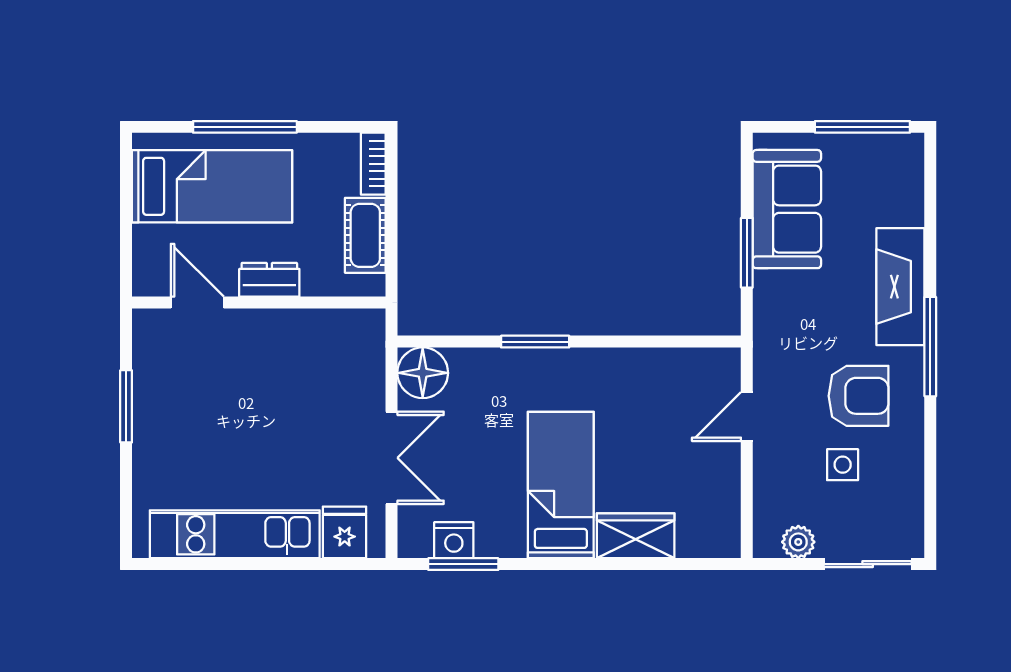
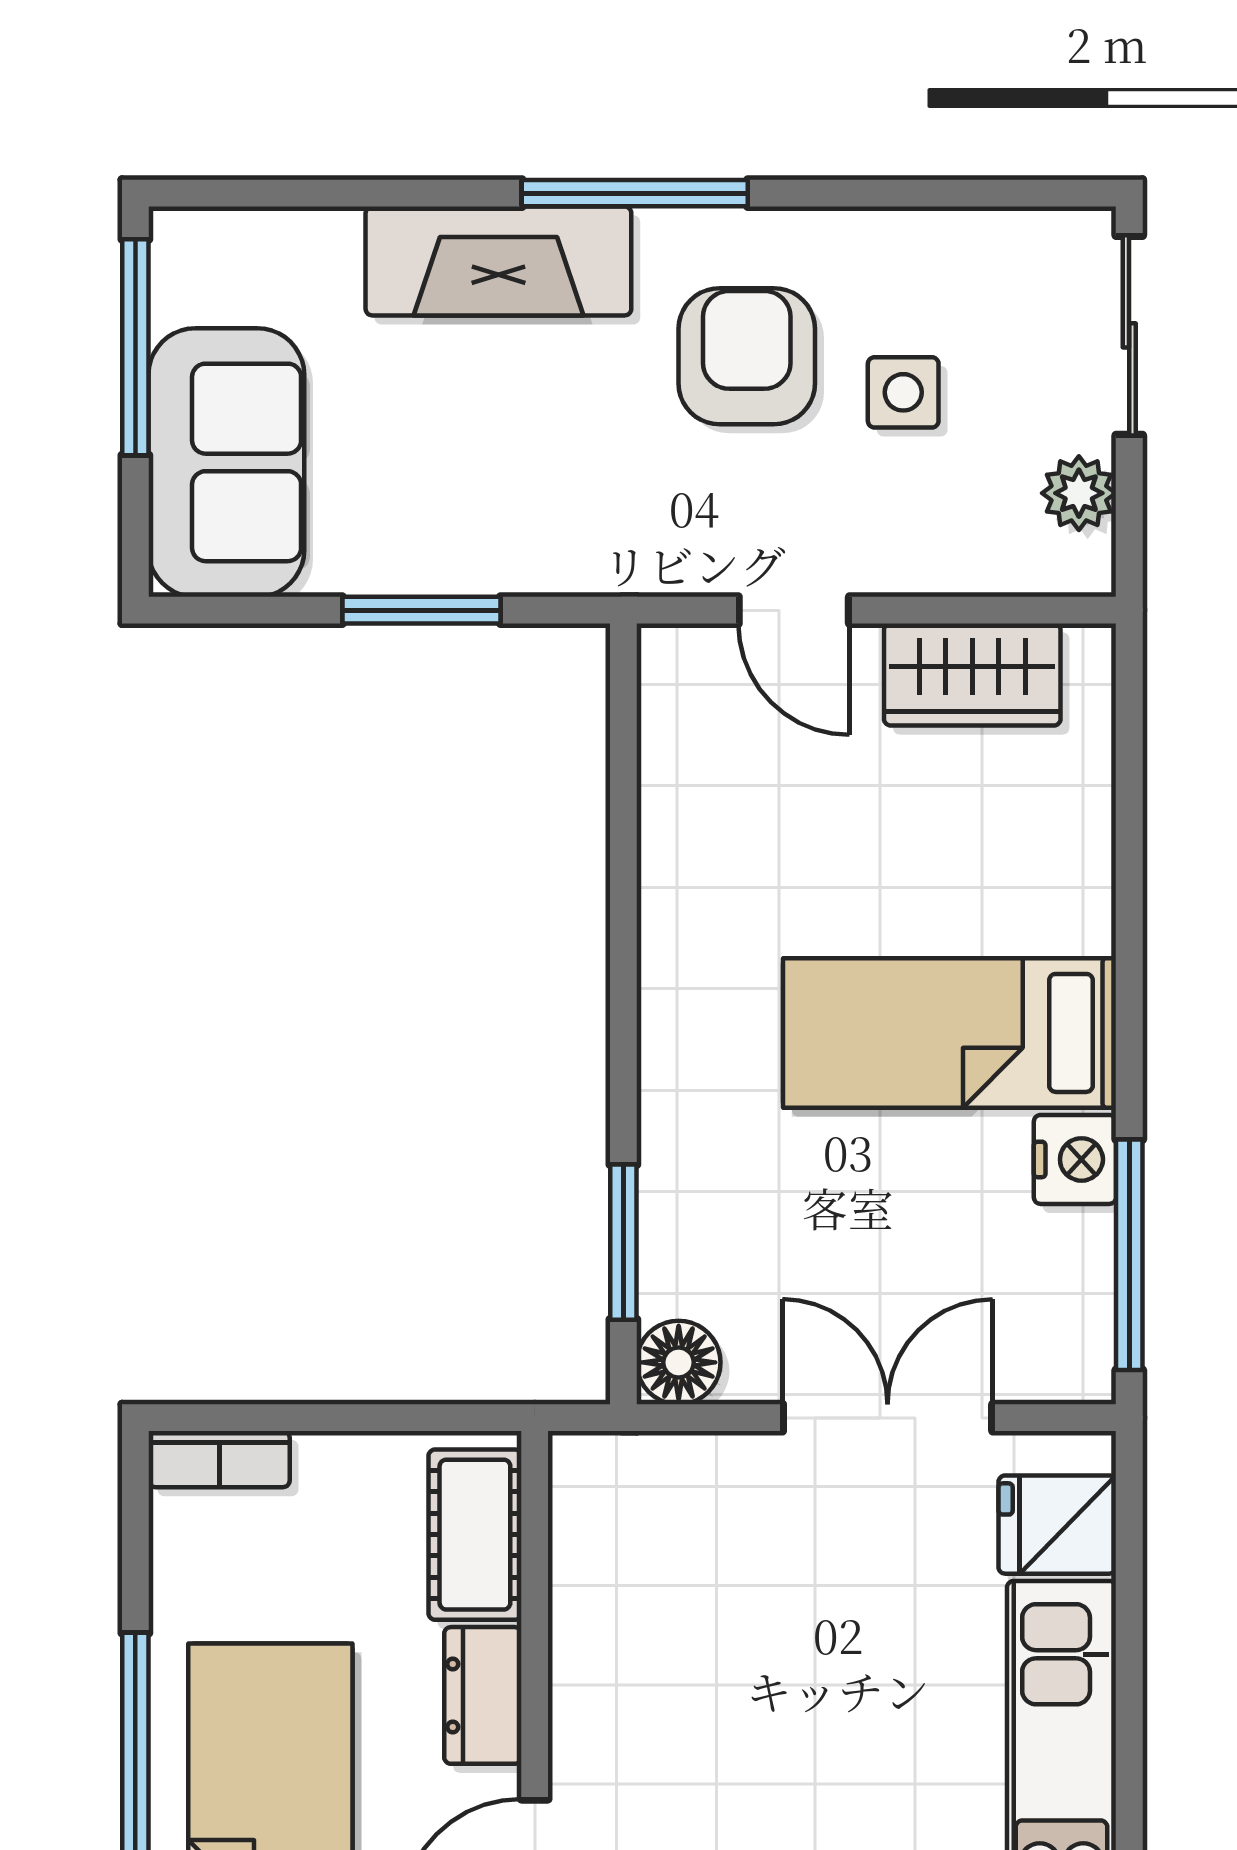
sofa: (787, 209) -> (226, 462), moved, turned 90
cot: (365, 235) -> (475, 1535), moved, turned 90
window: (535, 342) -> (623, 1242), moved
floor lamp: (423, 373) -> (679, 1362), width x0.73, depth x0.73
wardrobe: (636, 536) -> (972, 675), moved, turned -90
nightstand: (454, 540) -> (1075, 1159), moved
window: (463, 564) -> (1129, 1255), width x1.44

